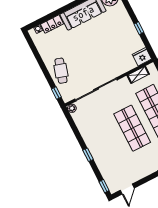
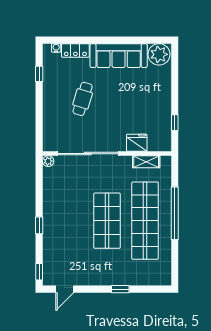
window: (139, 28) -> (175, 123), moved
fridge: (142, 57) -> (137, 143), moved
cafe table: (61, 71) -> (83, 99), moved
window: (56, 93) -> (39, 74), moved

